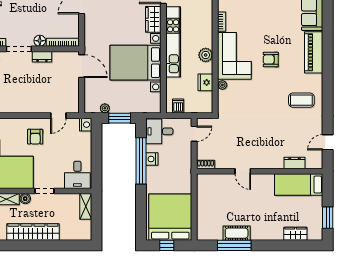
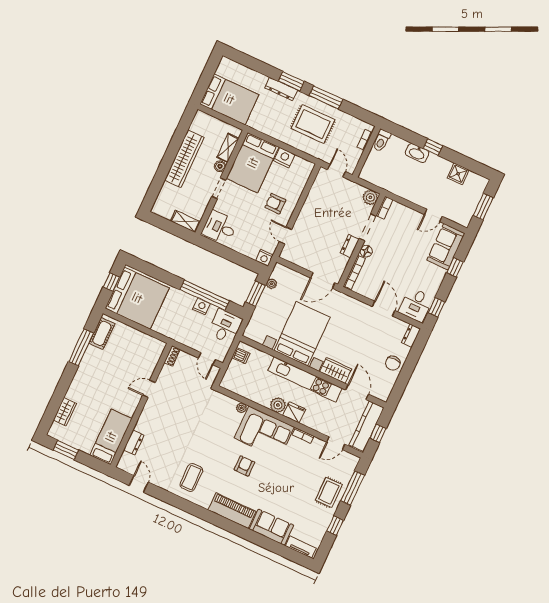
fridge: (205, 82) -> (294, 412), moved
cot: (237, 233) -> (102, 333), moved

